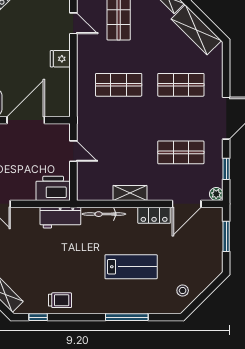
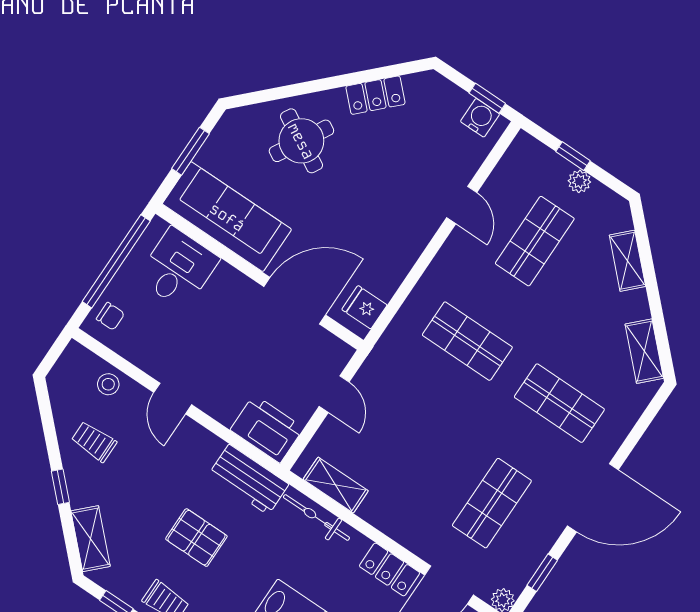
shelving: (196, 30) -> (644, 351), width x0.67, depth x0.75
fridge: (60, 59) -> (364, 307), moved
shop shelf: (181, 152) -> (492, 503), turned 90
shelving: (130, 193) -> (336, 485), moved
pallet: (54, 261) -> (196, 538), added

